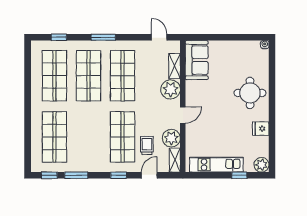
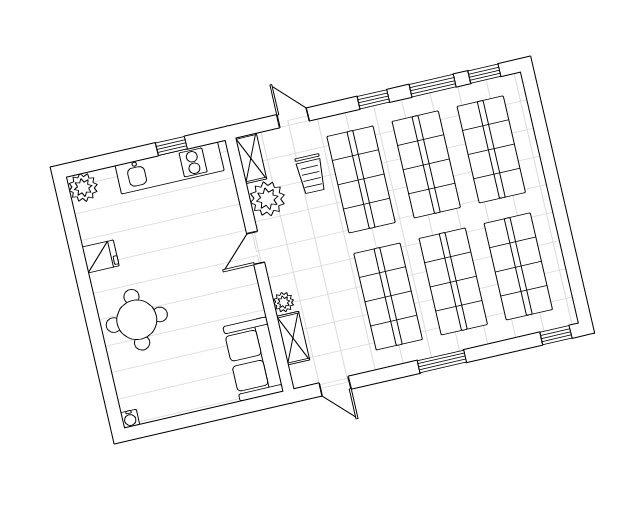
window: (59, 37) -> (556, 335), moved
plant: (171, 89) -> (284, 302), width x0.53, depth x0.53
shop shelf: (88, 137) -> (426, 164), added
window: (119, 175) -> (373, 99), moved
door: (149, 175) -> (293, 118), swing flipped
window: (239, 175) -> (171, 146), moved

